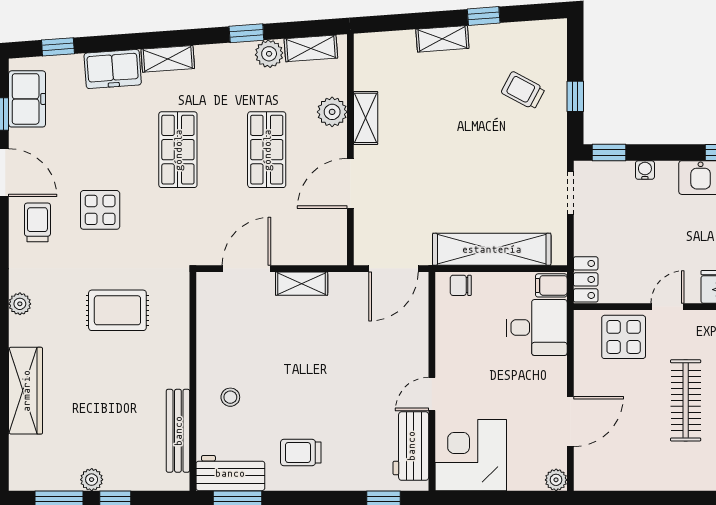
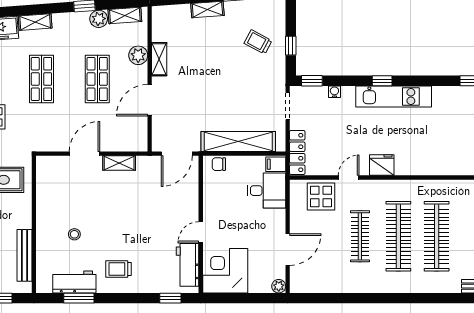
locker: (586, 279) -> (297, 152), width x1.53
wall: (193, 381) -> (34, 224), moved
bench: (178, 431) -> (24, 255), moved

